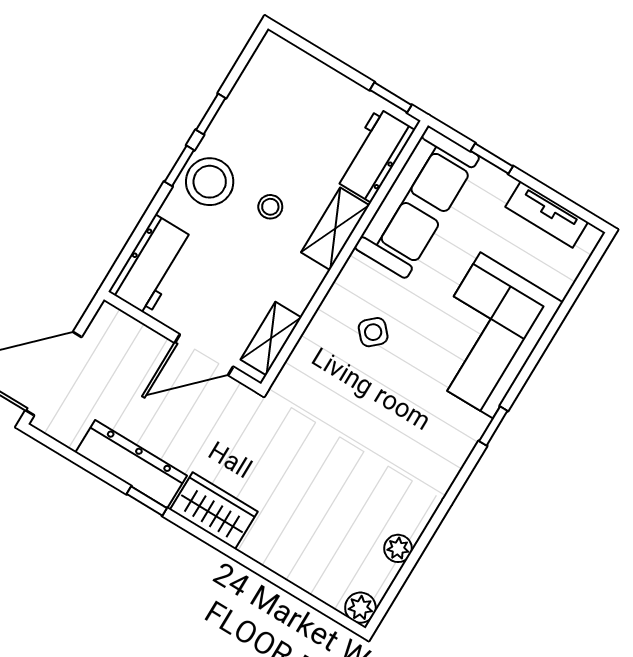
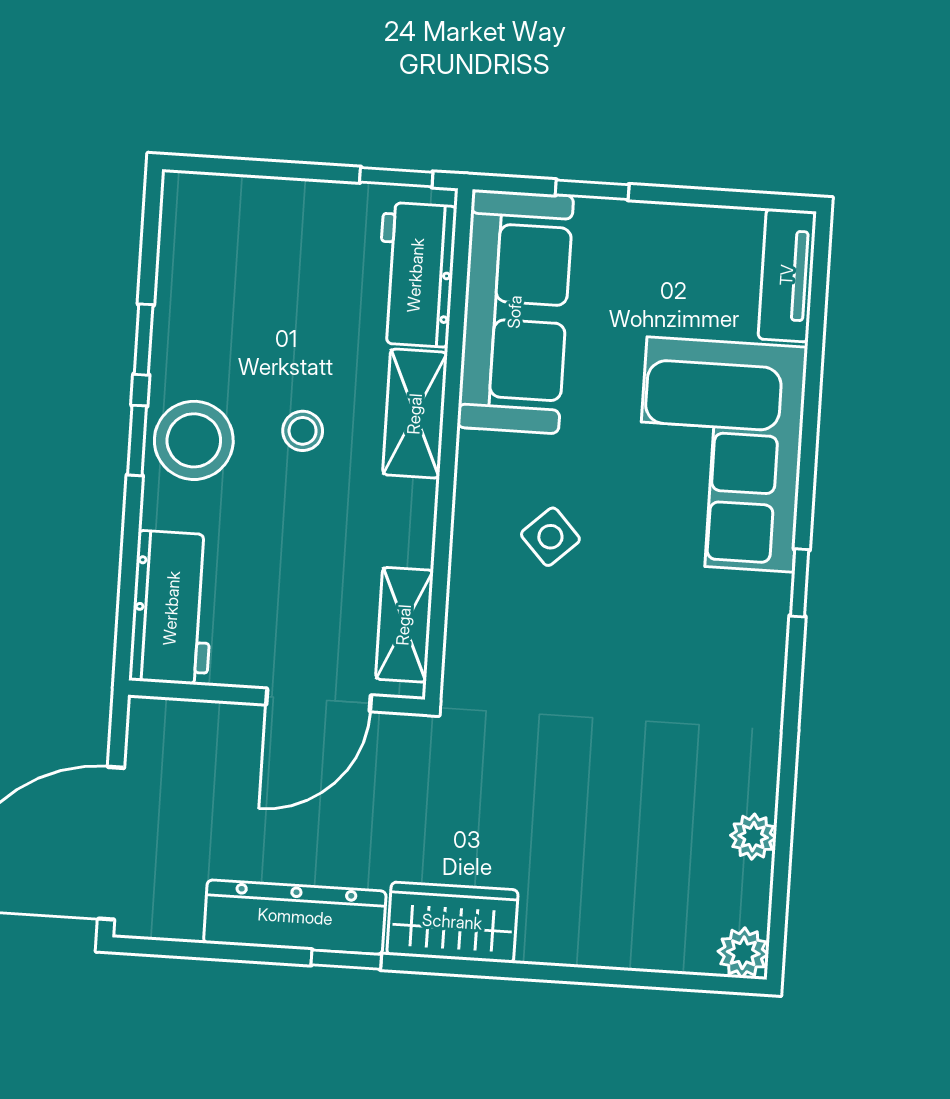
tv unit: (547, 214) -> (787, 275), moved, turned 90

